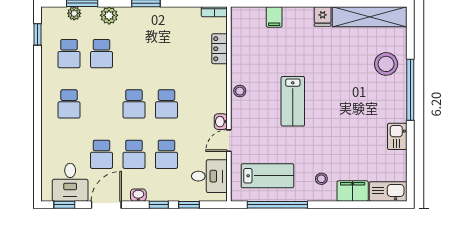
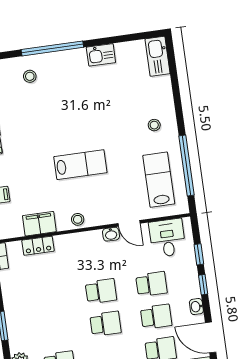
stool: (386, 64) -> (30, 76), width x0.53, depth x0.53
filing cabinet: (353, 191) -> (39, 224), moved, turned 90

